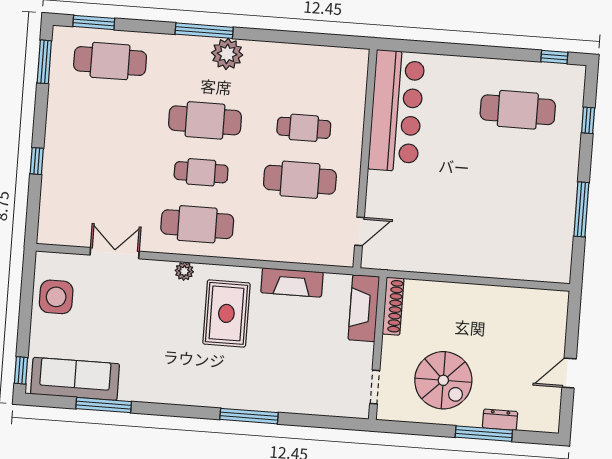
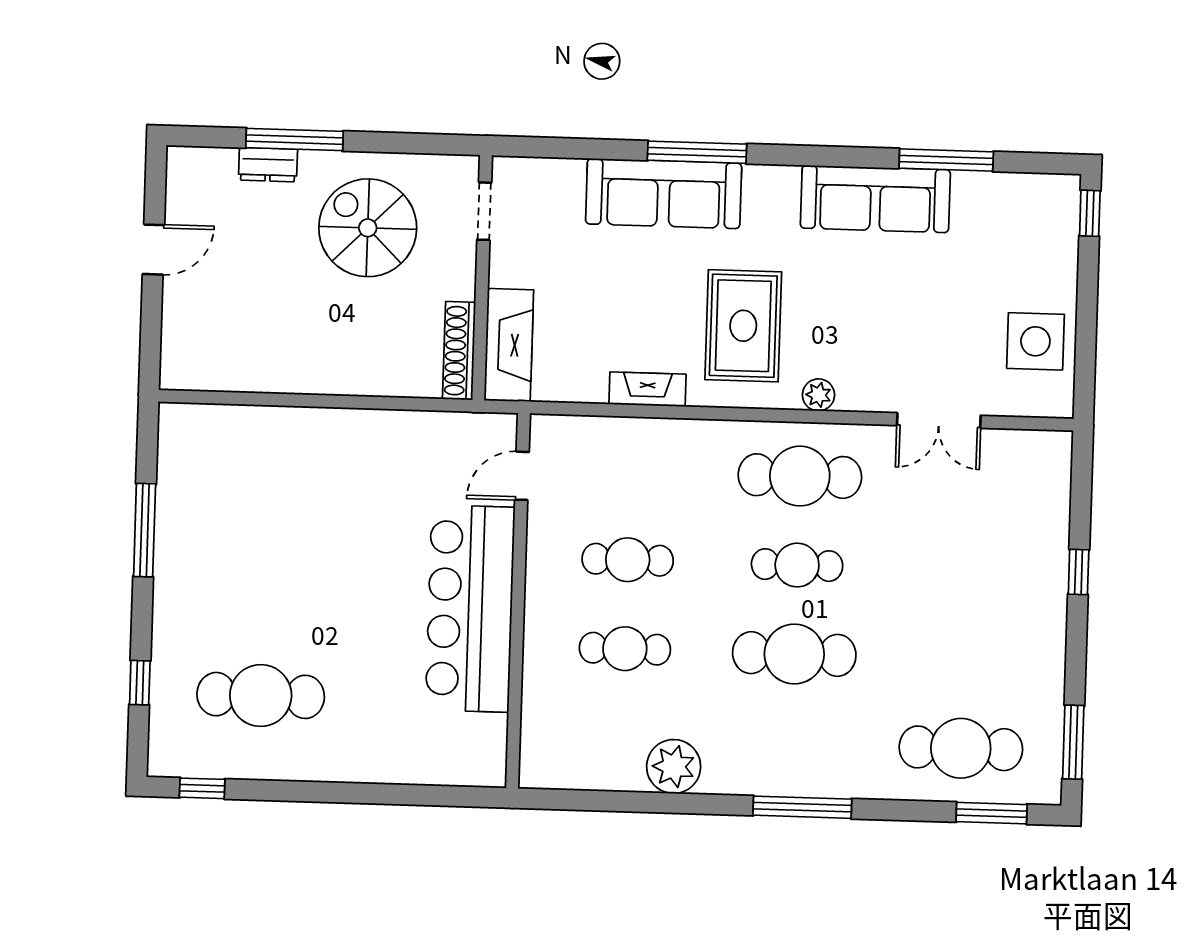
plant: (227, 54) -> (674, 767), moved
bar counter: (396, 111) -> (470, 609), moved
cafe table: (300, 180) -> (628, 560), width x0.73, depth x0.74
fireplace: (292, 282) -> (648, 389), width x0.73, depth x0.76
sofa: (75, 379) -> (875, 199), moved
sofa: (270, 393) -> (664, 194), added

